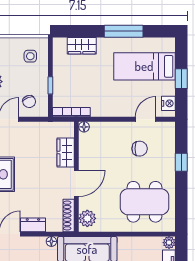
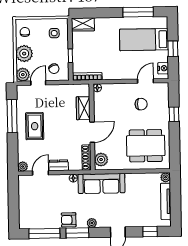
window: (124, 31) -> (138, 12), moved
wardrobe: (82, 46) -> (83, 24), moved

